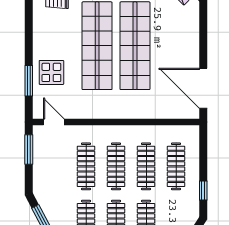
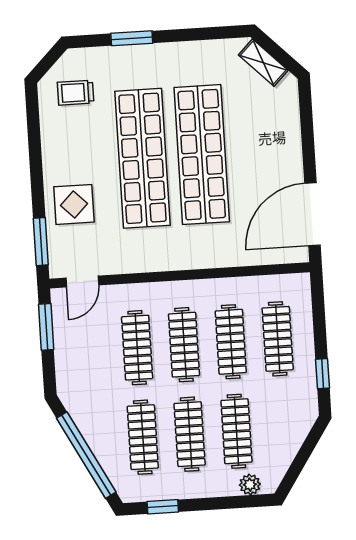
window: (29, 81) -> (41, 242), moved
door: (203, 88) -> (312, 214), hinge flipped
door: (54, 122) -> (82, 282), swing flipped

